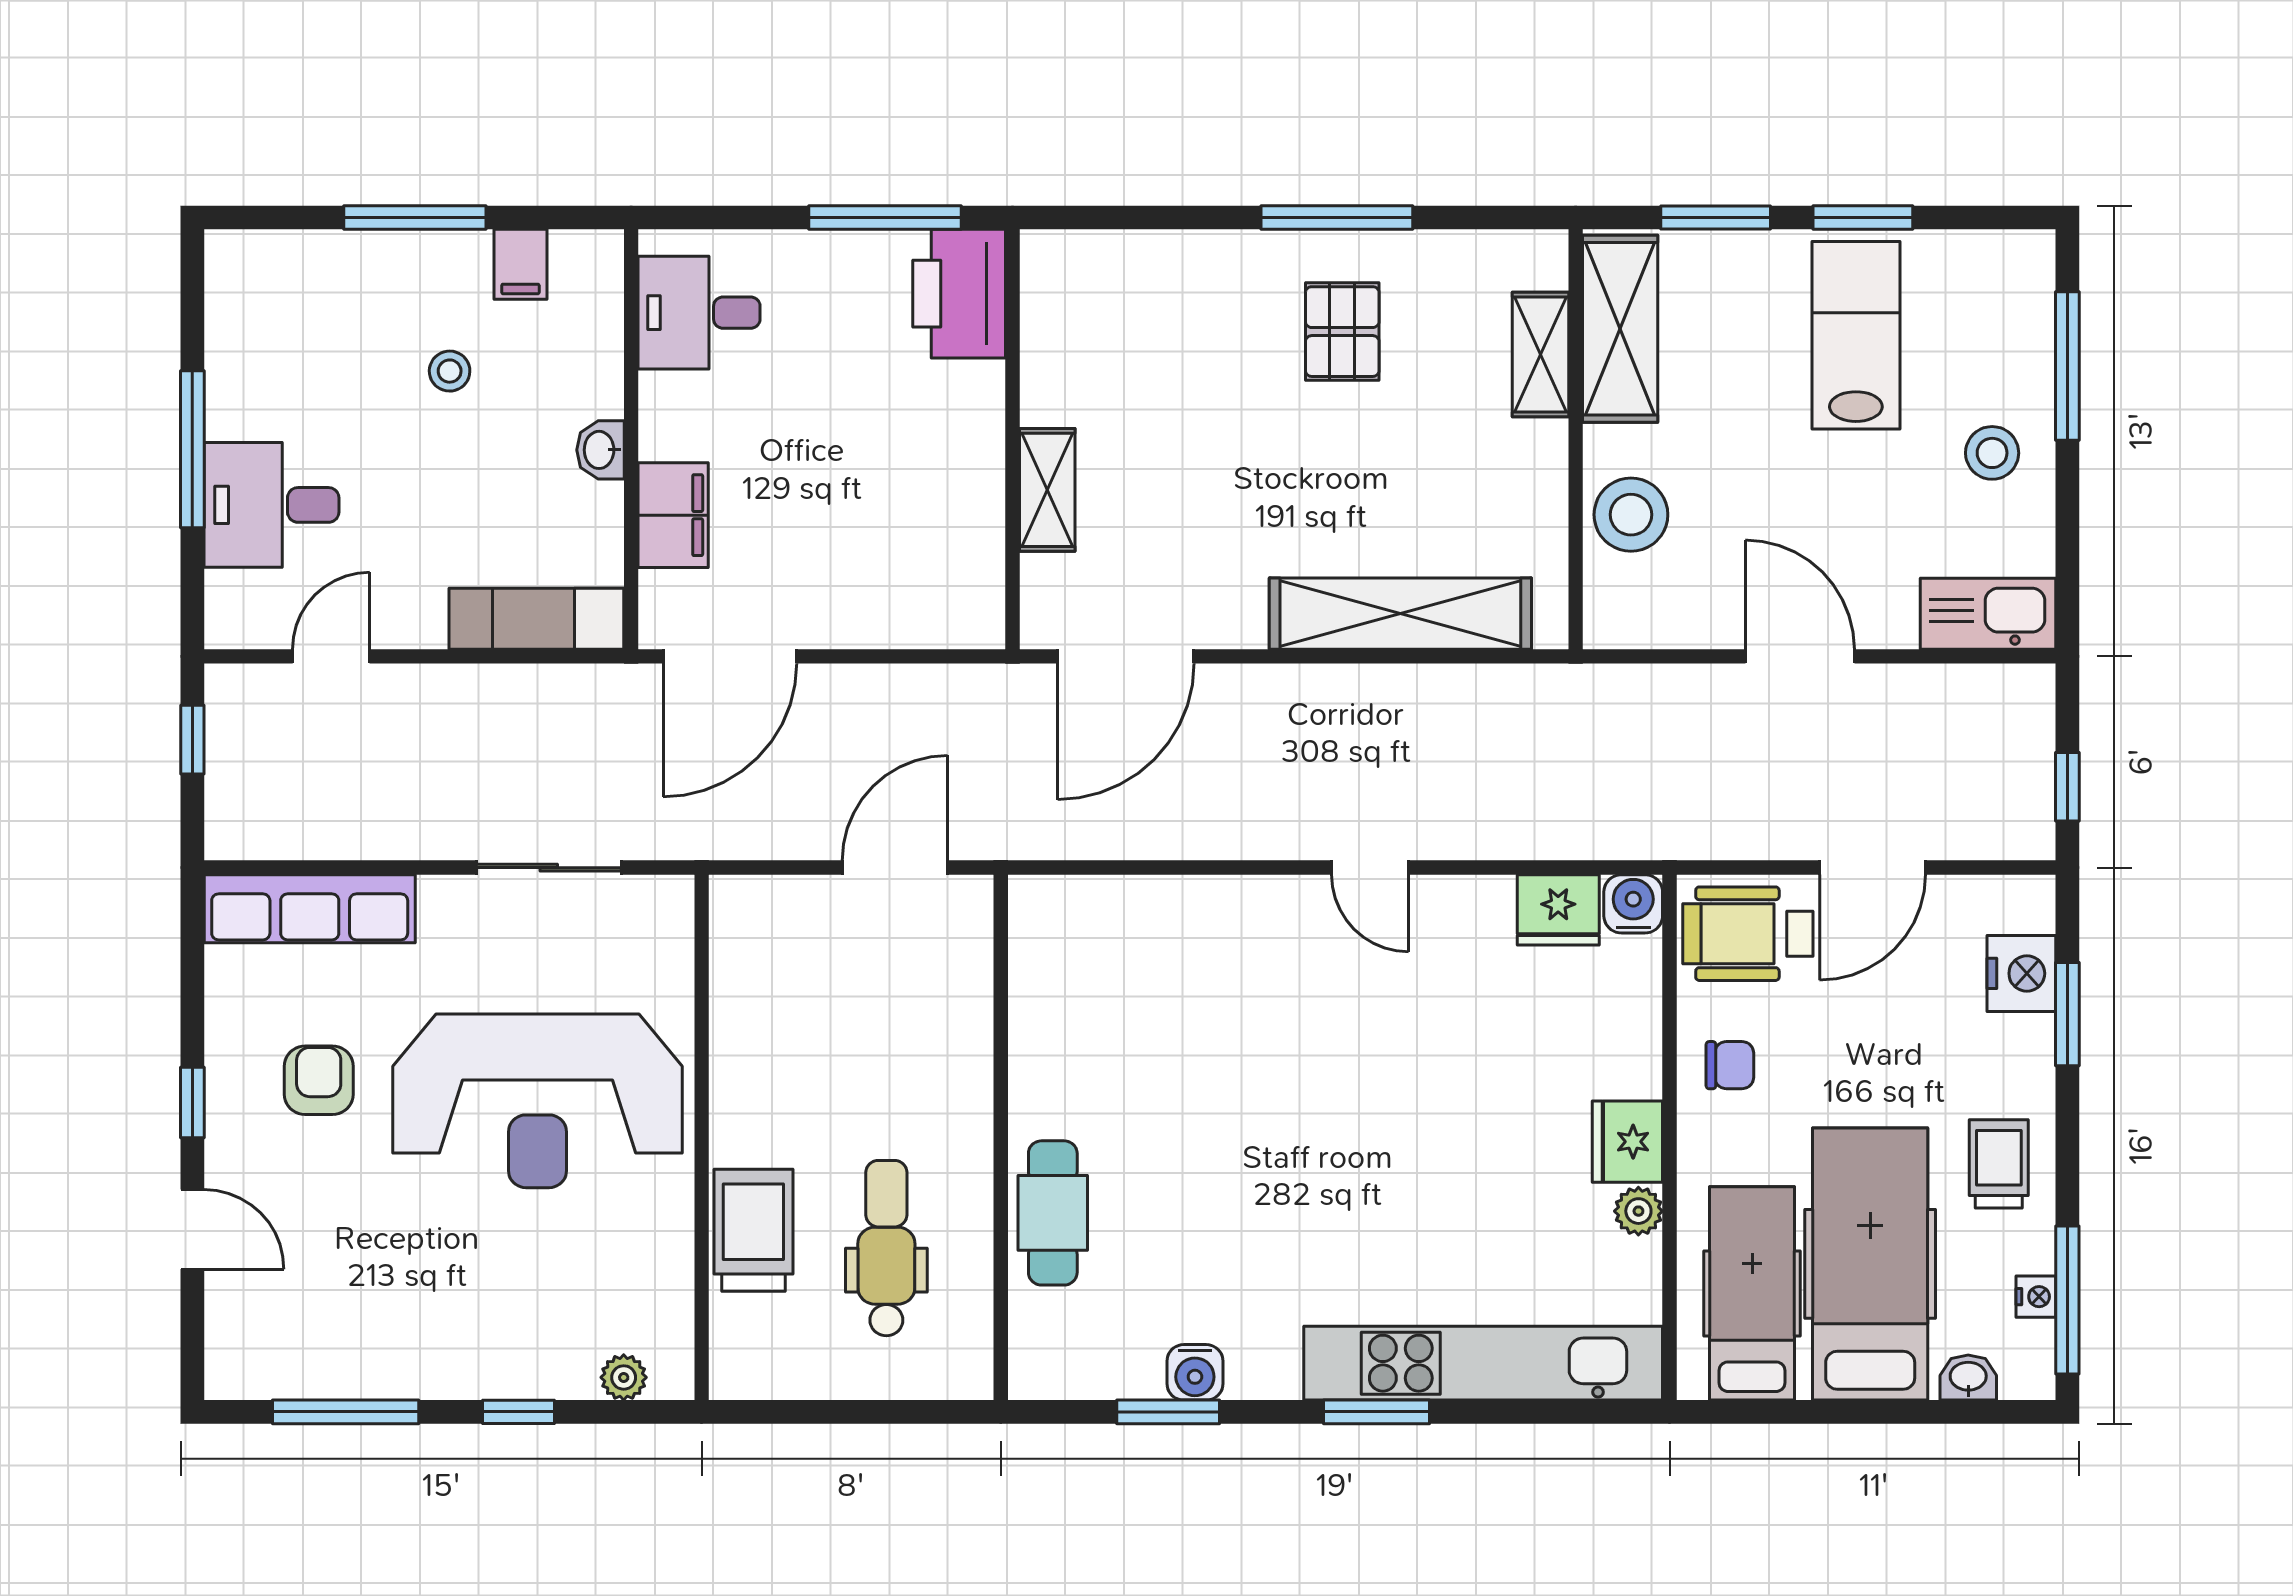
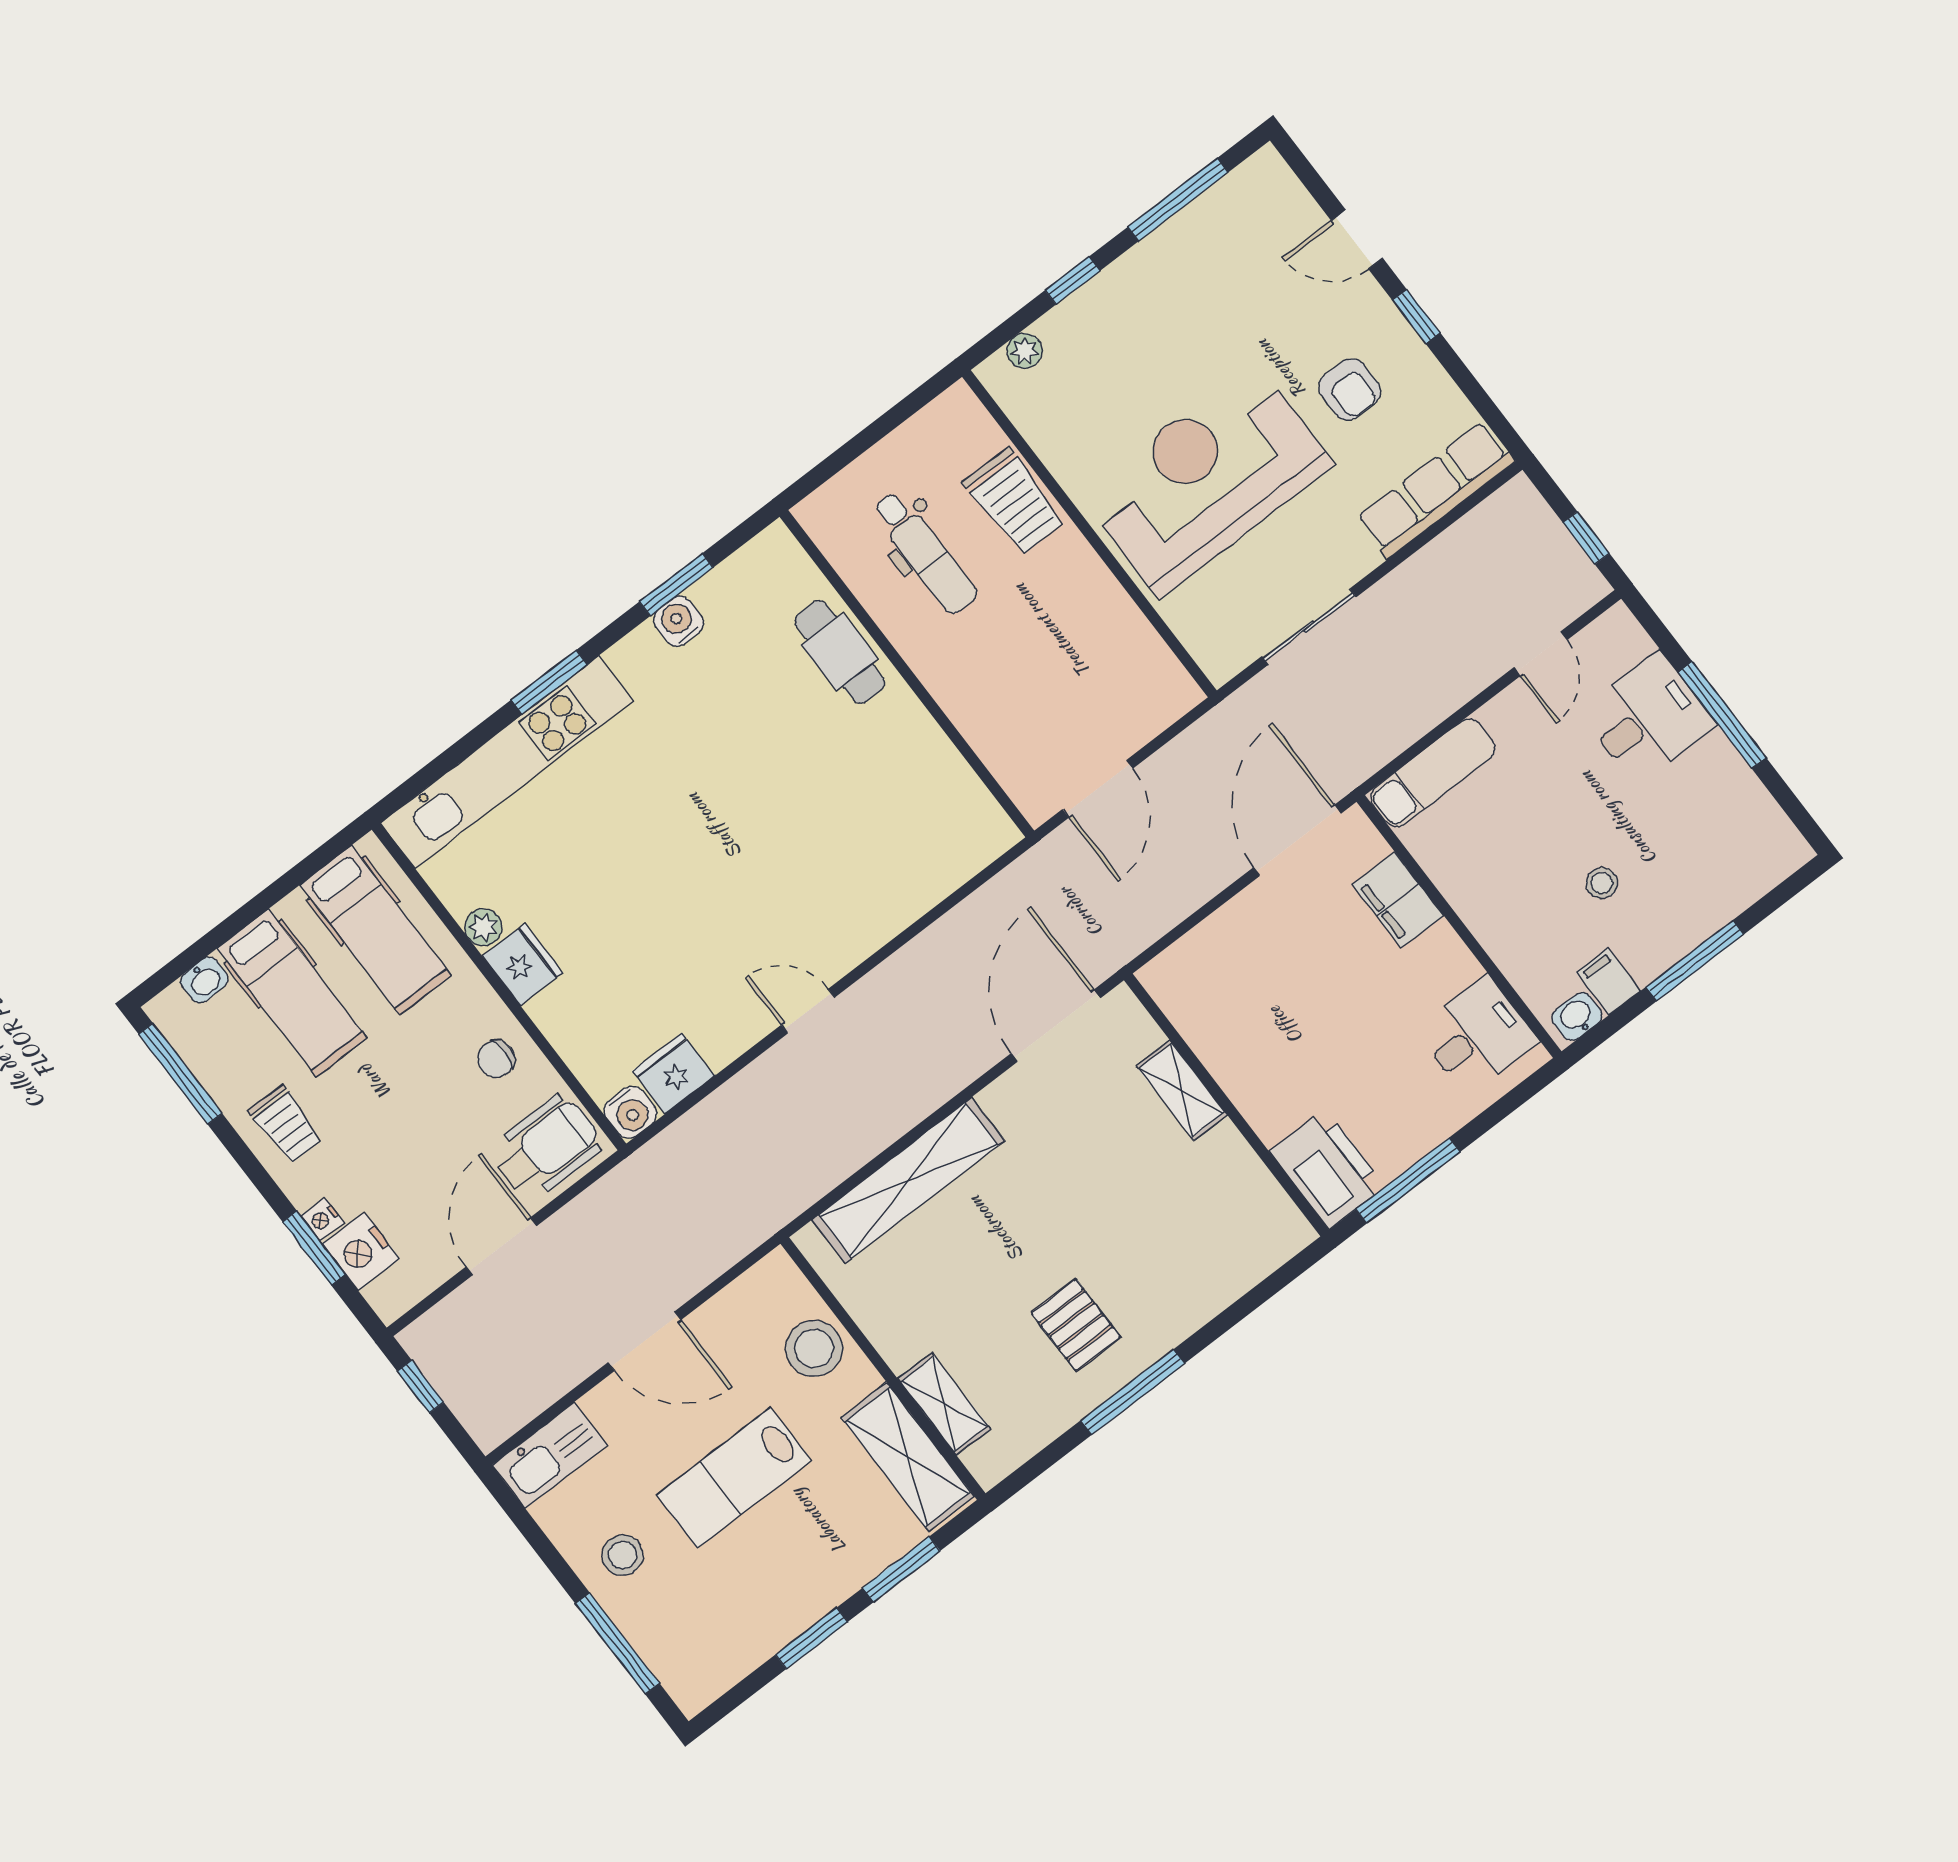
lab bench: (1856, 335) -> (734, 1478), moved, turned 90
washbasin: (600, 450) -> (1577, 1017), moved, turned -90
hospital bed: (1870, 1264) -> (292, 993), width x0.73, depth x0.78
nightstand: (2036, 1297) -> (322, 1219), moved

